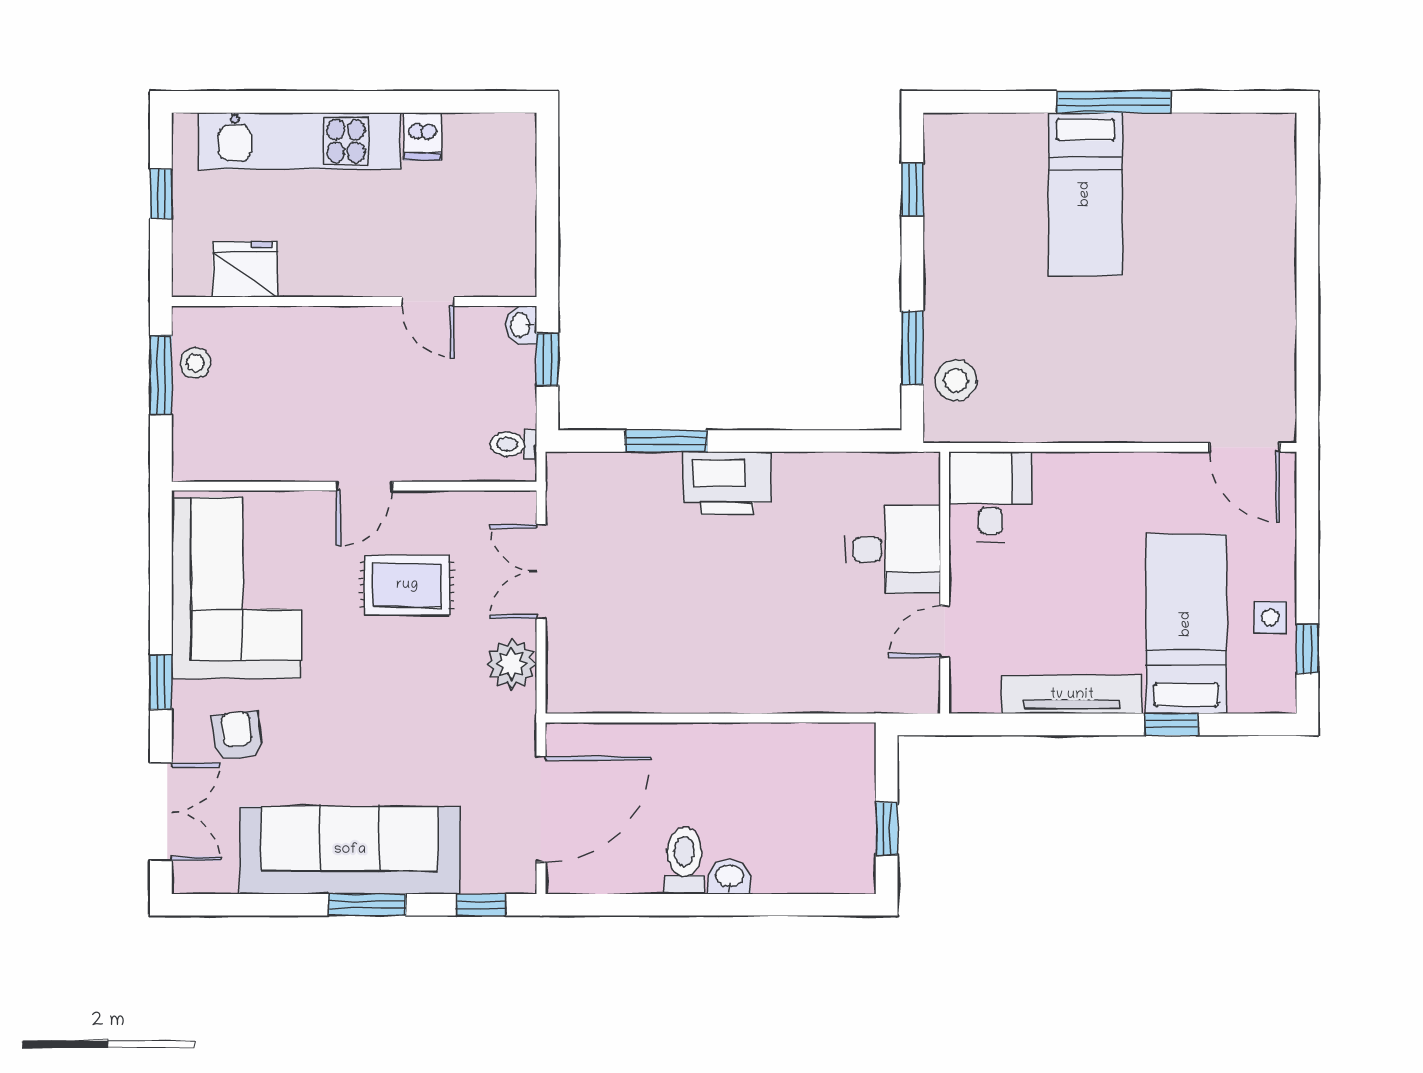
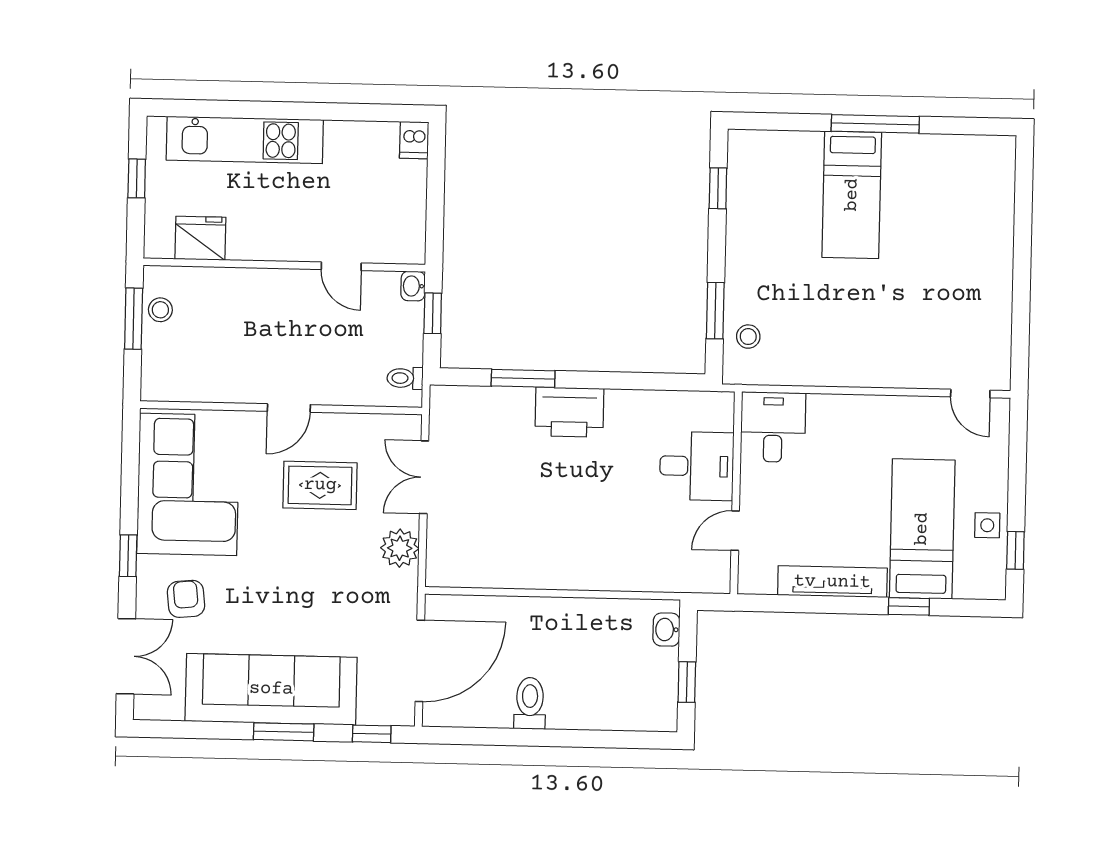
dishwasher: (422, 136) -> (414, 140), moved
stool: (956, 380) -> (748, 337), width x0.73, depth x0.73
door: (1244, 447) -> (970, 394), width x0.73
washbasin: (729, 877) -> (666, 630), moved, turned -90

